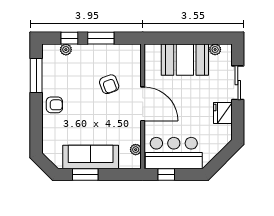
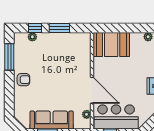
booth: (185, 60) -> (111, 45), moved
armchair: (109, 84) -> (66, 64), removed
door: (143, 104) -> (92, 90), moved

